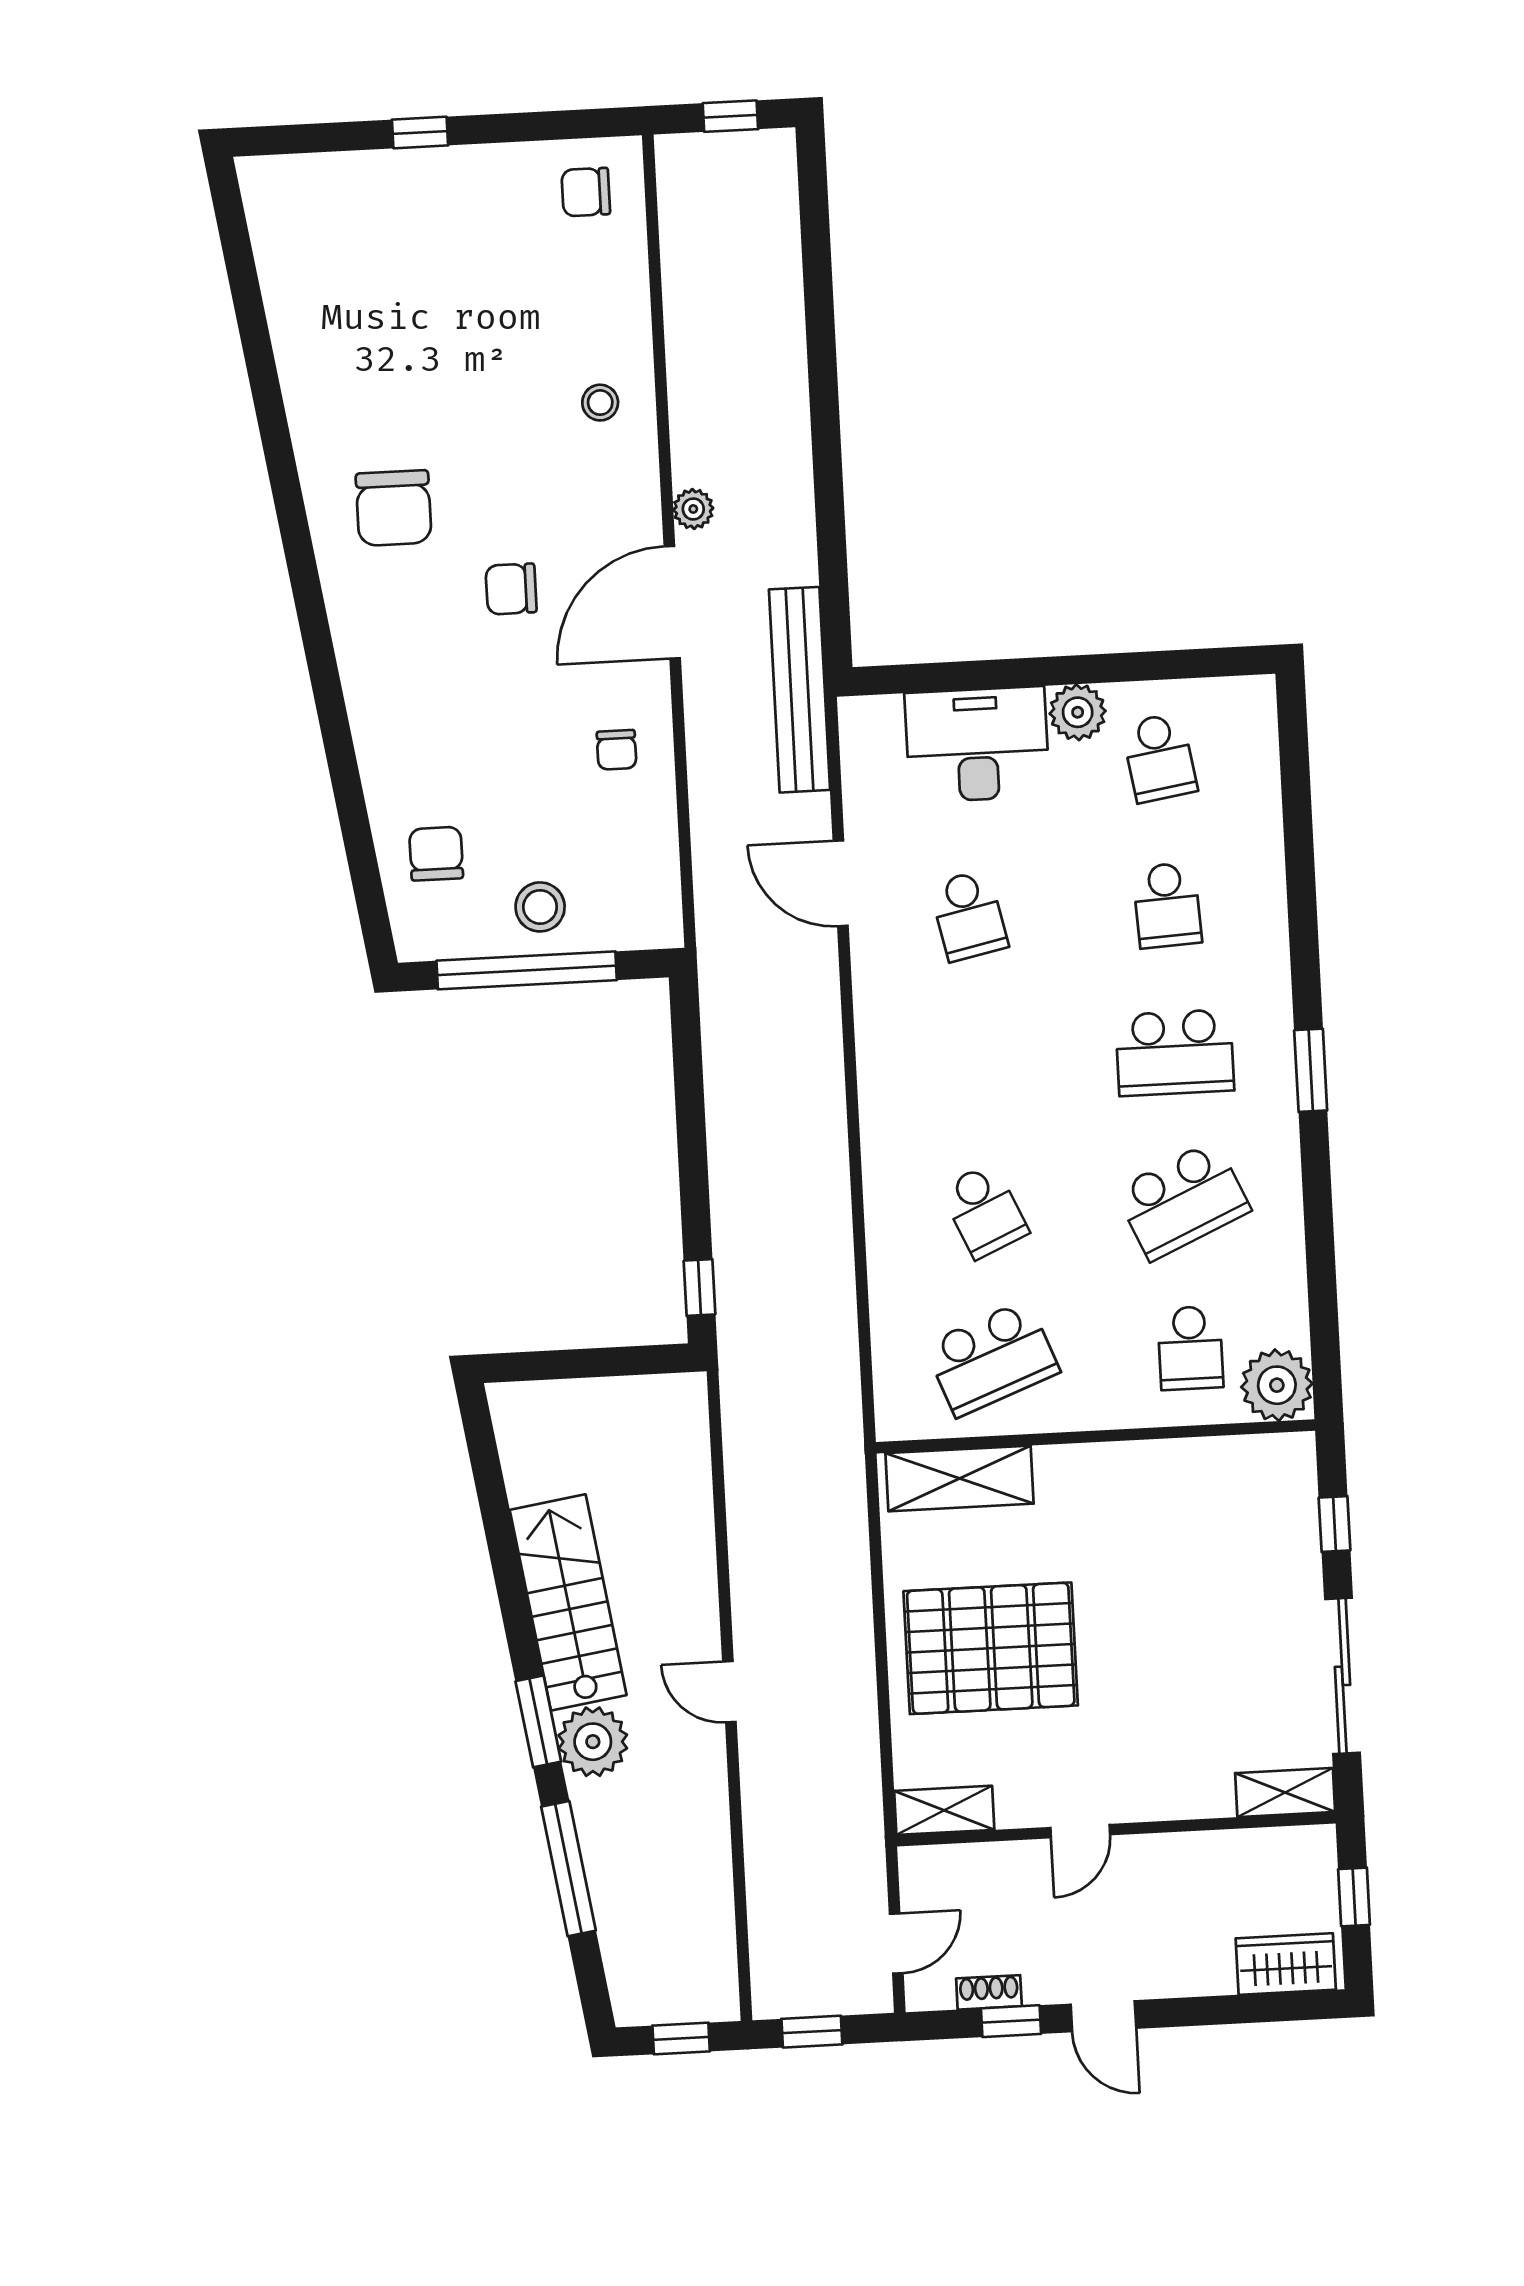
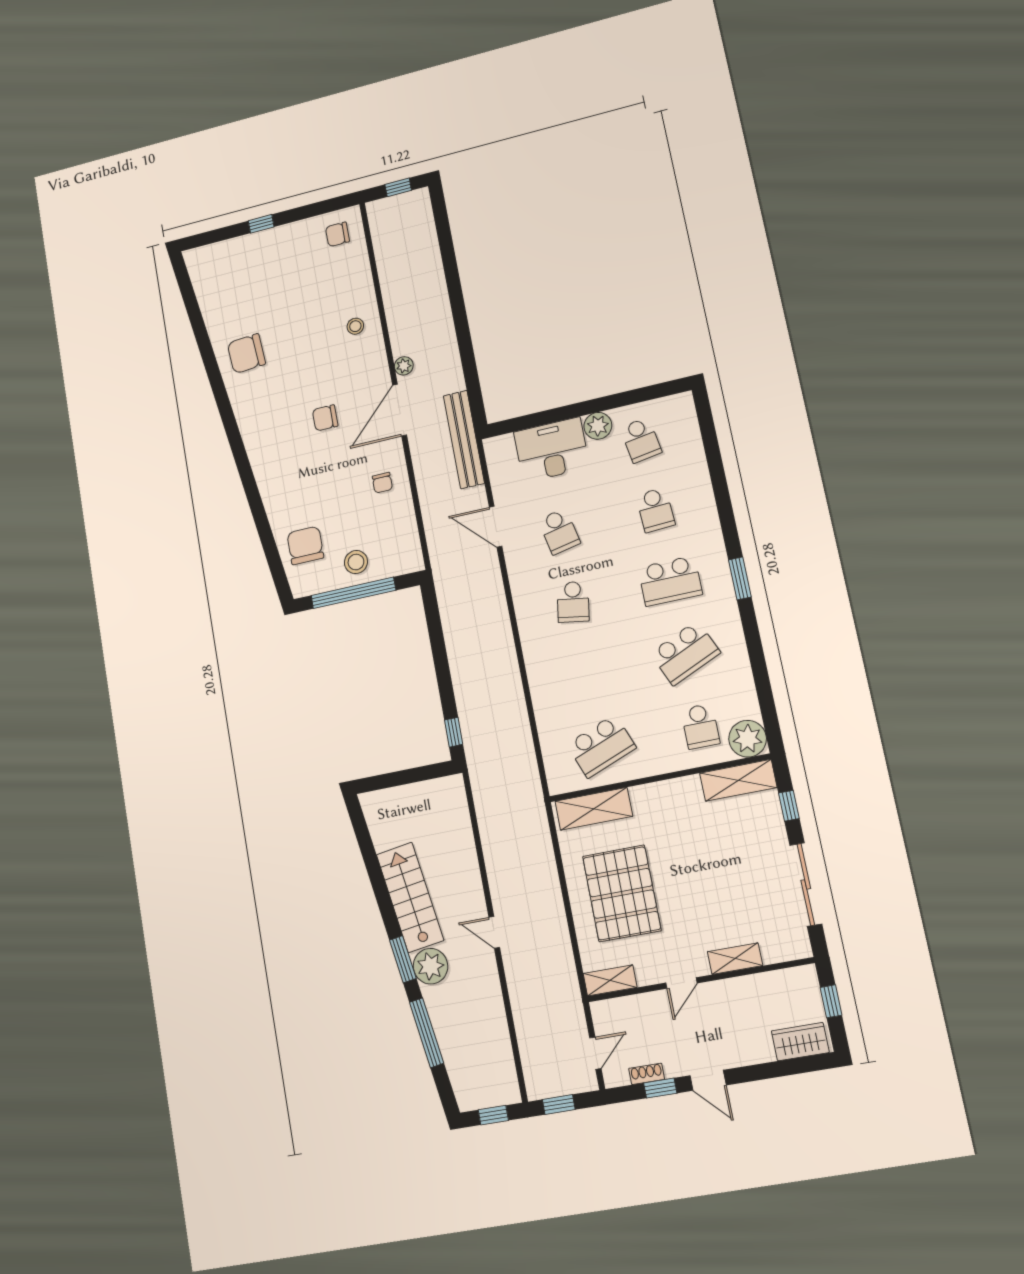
chair: (394, 508) -> (246, 354), moved, turned 86
chair: (436, 854) -> (305, 545), width x1.37, depth x1.37
school desk: (984, 1211) -> (573, 602), moved, turned 33
shelving: (1247, 1462) -> (738, 780), added
pallet: (991, 1648) -> (622, 893), turned 90
shelving: (1285, 1793) -> (735, 959), moved

